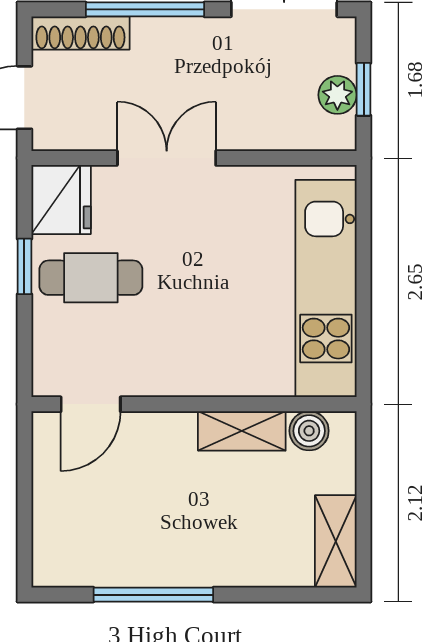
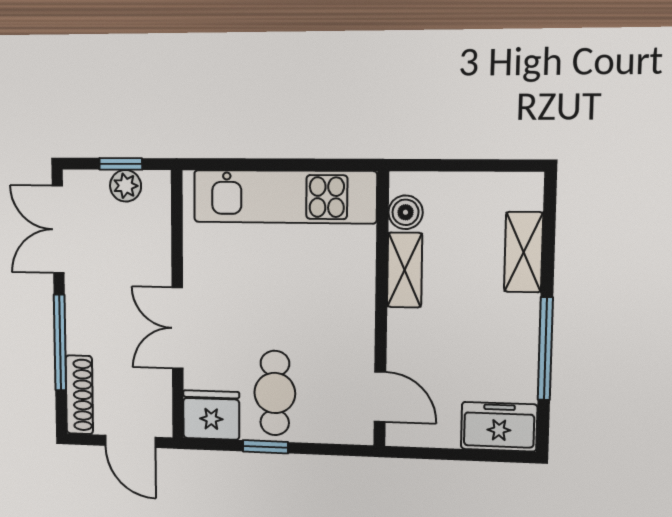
shelving: (336, 541) -> (524, 252), moved, turned 90
freezer: (60, 544) -> (499, 427), added

